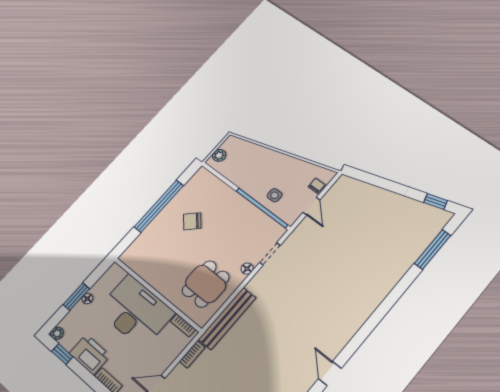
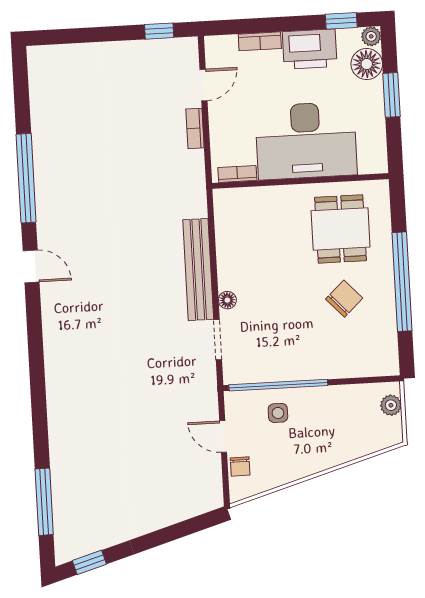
dining table: (206, 284) -> (341, 229), moved
floor lamp: (87, 299) -> (367, 64), moved, width x1.89, depth x1.89
bench: (227, 318) -> (198, 270), moved
bookcase: (192, 354) -> (195, 128), moved

